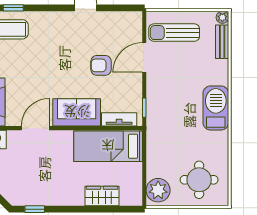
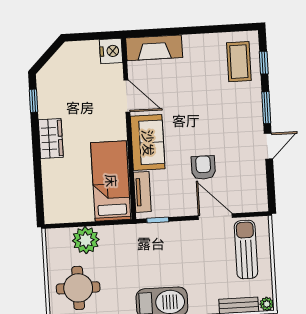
window: (52, 8) -> (266, 108), added
plant: (158, 190) -> (86, 240), moved
wardrobe: (102, 196) -> (51, 138), moved

